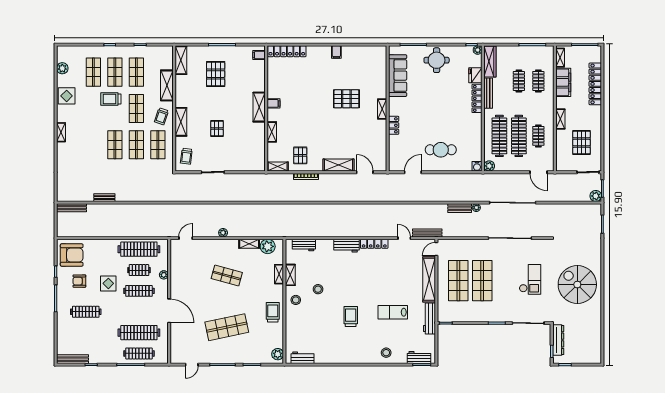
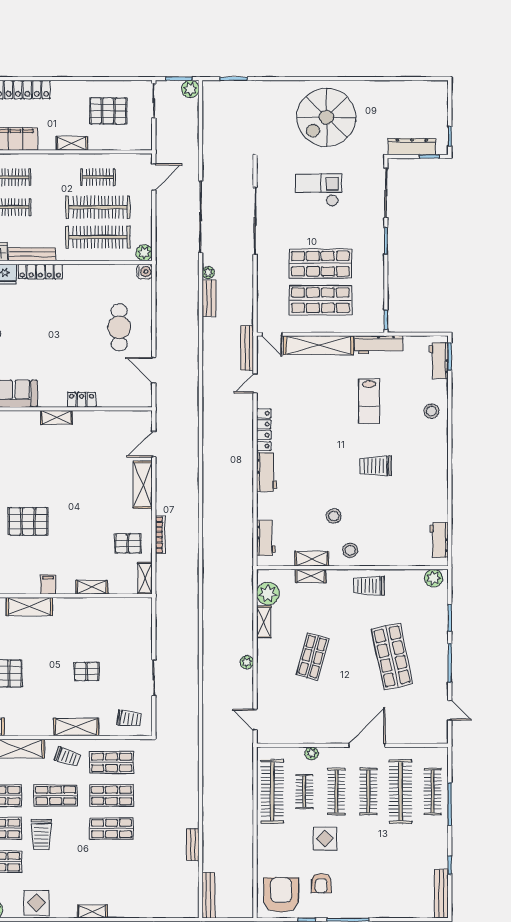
pallet: (346, 99) -> (28, 521), moved, turned 90
shelving: (259, 107) -> (29, 606), moved
clothes rail: (86, 312) -> (368, 791), moved

